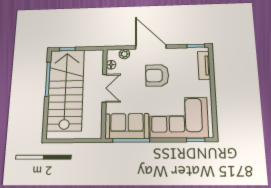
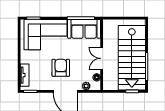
armchair: (157, 75) -> (61, 68), turned -90

